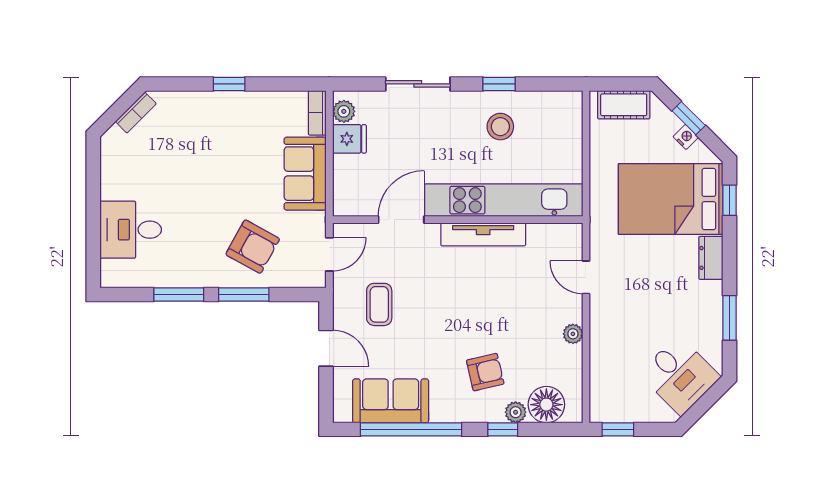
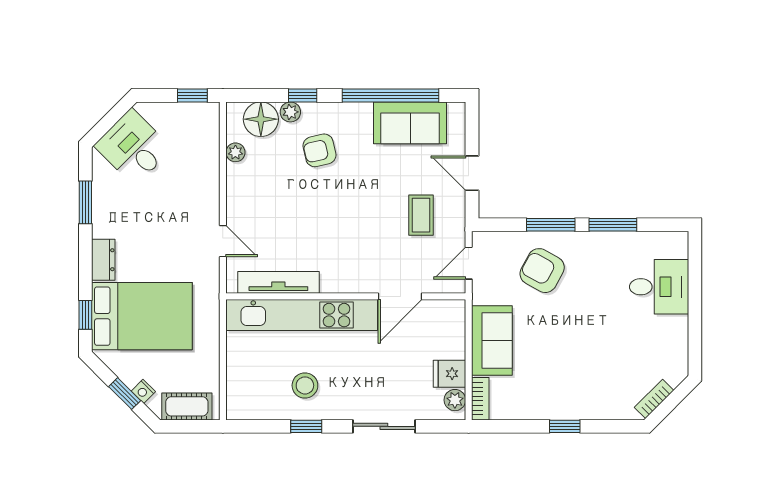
nightstand: (686, 137) -> (143, 391), moved
tv unit: (483, 234) -> (278, 282), moved
plant: (573, 334) -> (235, 152), moved

